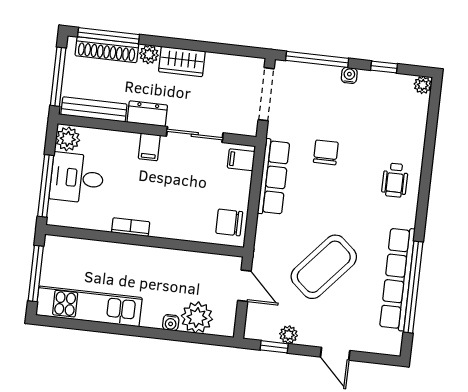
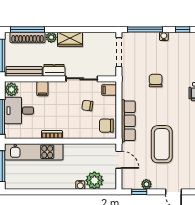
filing cabinet: (149, 147) -> (42, 89), moved
row of seats: (274, 177) -> (128, 121), moved
chair: (199, 183) -> (87, 106), added
coffee table: (324, 267) -> (162, 144), turned -41
kitchen unit: (89, 306) -> (34, 152), moved, turned 180

